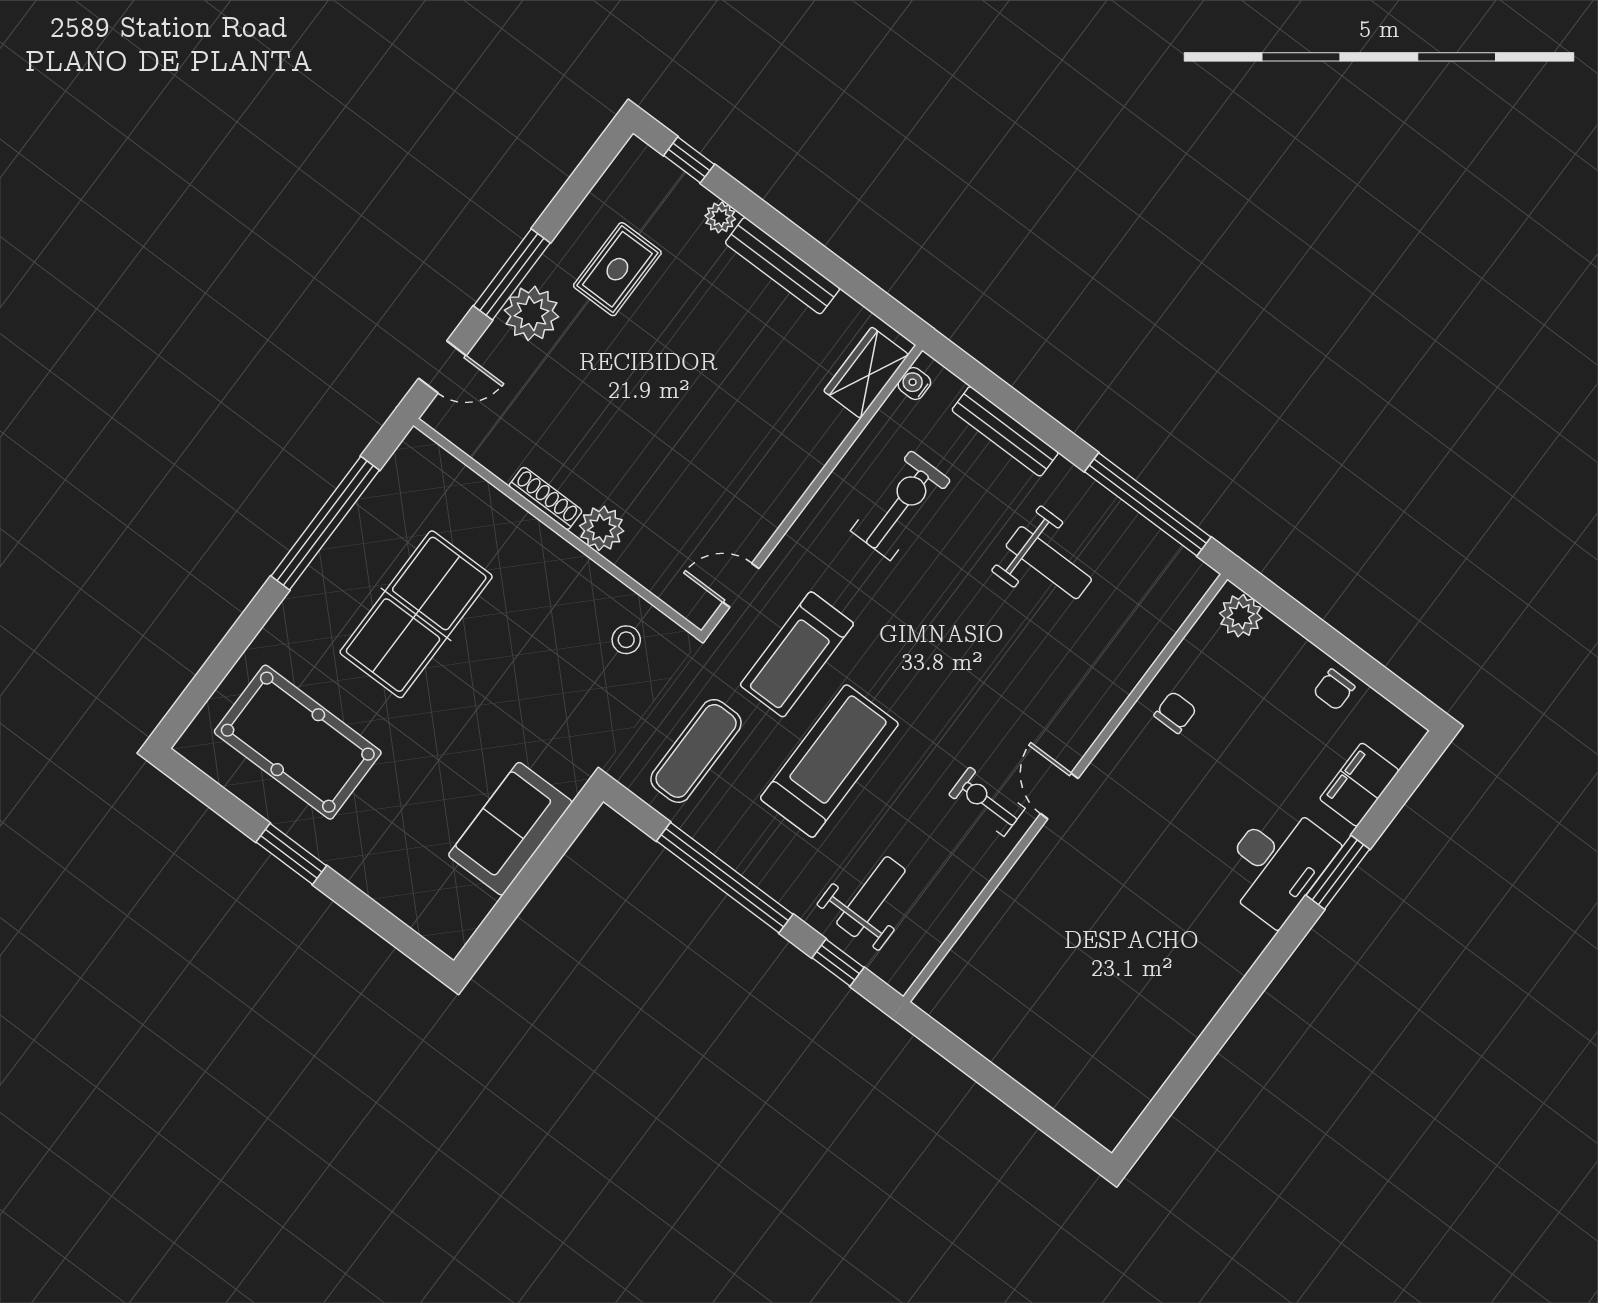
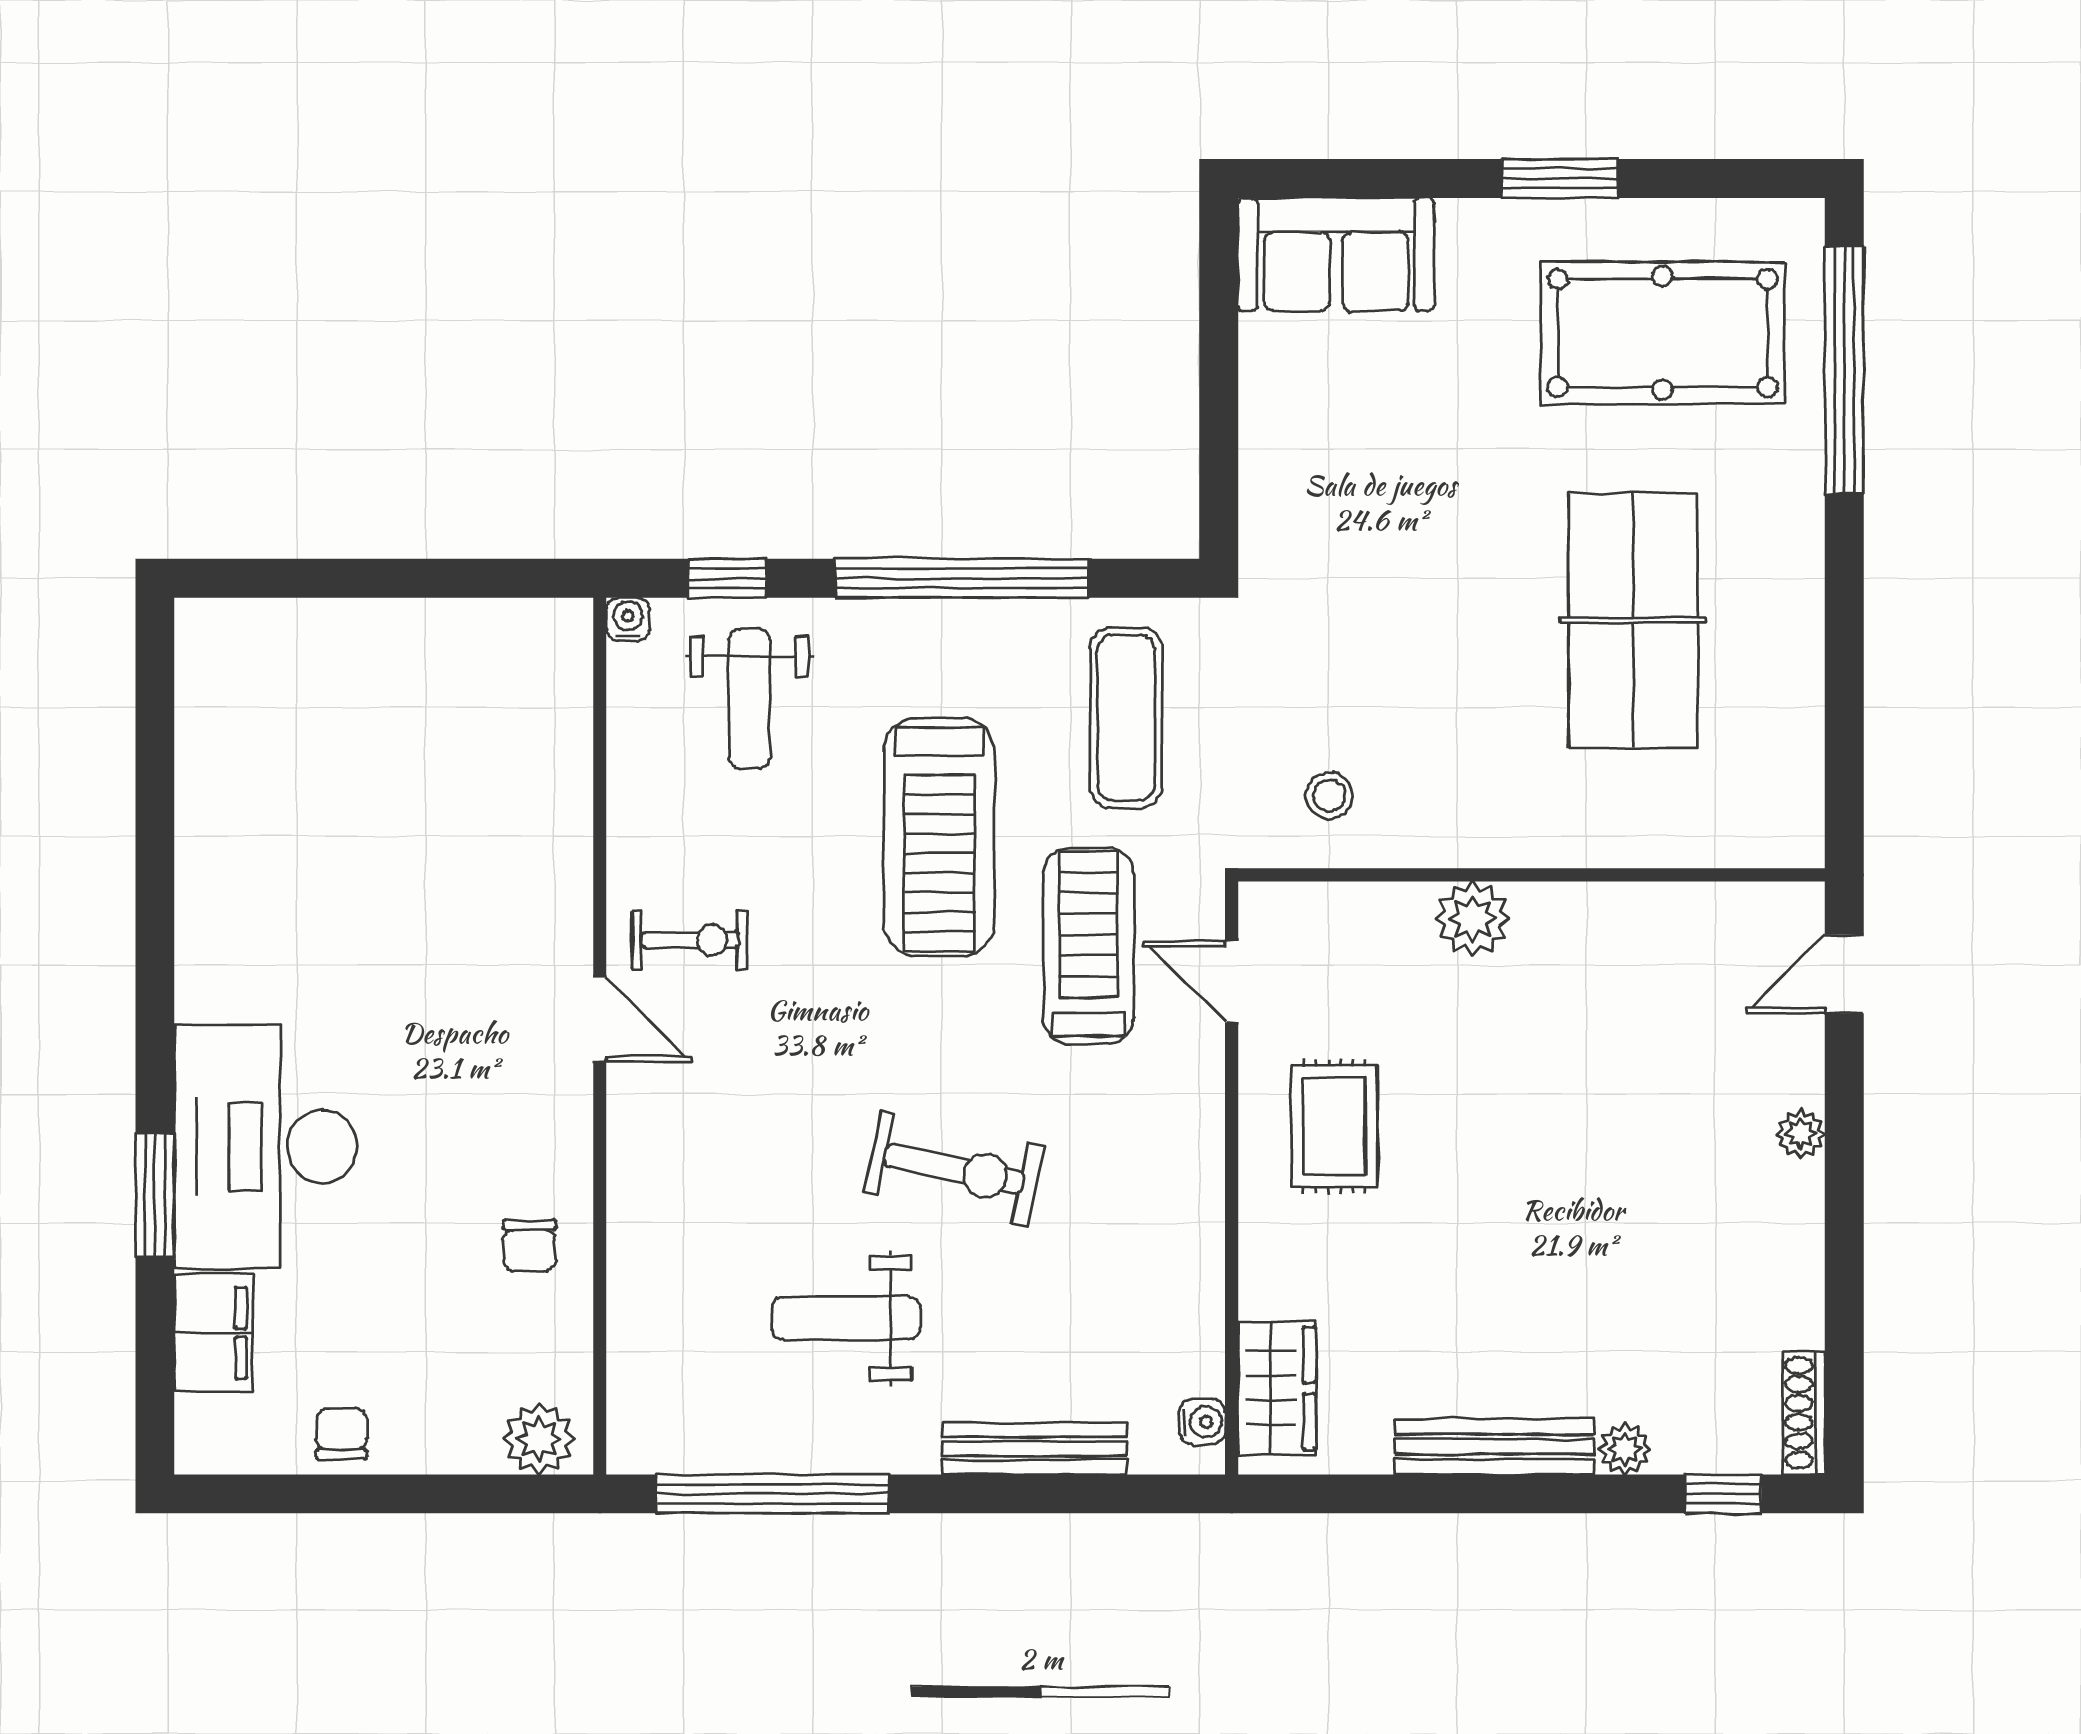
rug: (617, 269) -> (1334, 1126), moved
window: (512, 274) -> (1844, 1166), removed
plant: (531, 313) -> (1801, 1134), width x0.53, depth x0.53
shoe rack: (545, 498) -> (1804, 1413), moved, turned 90
exercise bike: (900, 505) -> (954, 1169), moved, turned -78
window: (325, 523) -> (1844, 370), moved
door: (741, 585) -> (1232, 982), swing flipped
sofa: (510, 829) -> (1336, 254), moved, turned 90
desk: (1277, 863) -> (266, 1147), width x1.36, depth x1.30
water cooler: (901, 979) -> (628, 619), added

